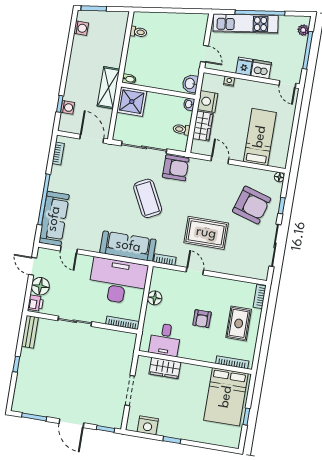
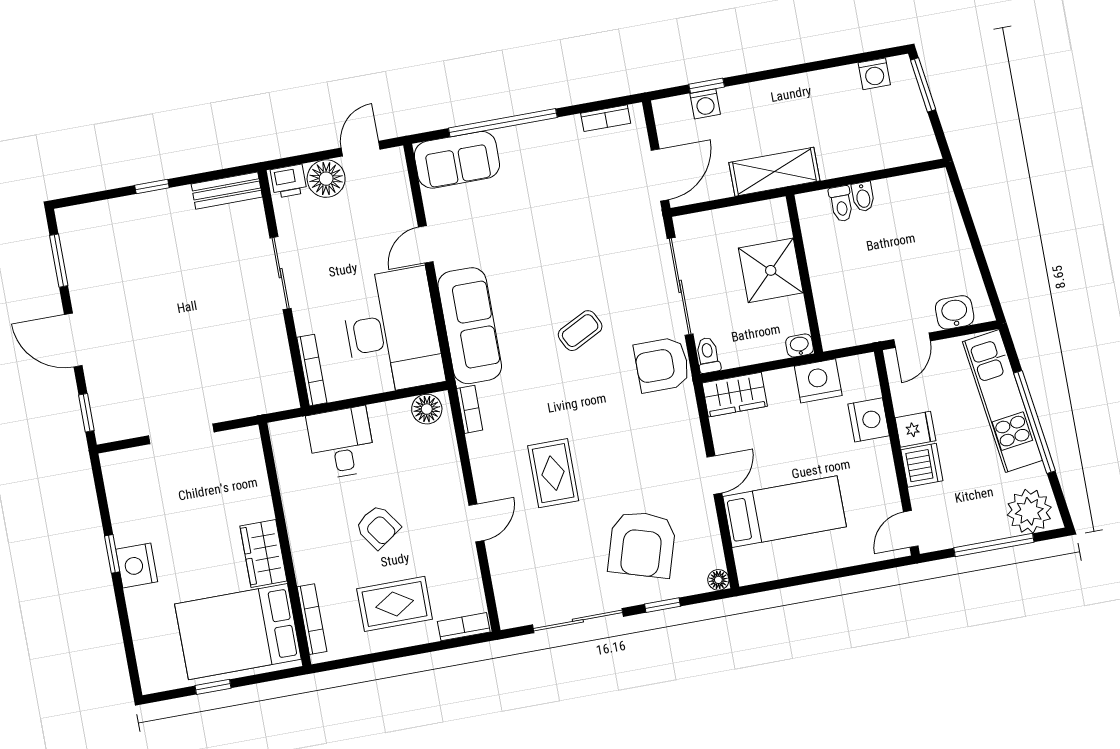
plant: (303, 30) -> (1029, 511), width x1.87, depth x1.87
toilet: (138, 32) -> (841, 204), moved
bidet: (129, 79) -> (863, 197), moved
nightstand: (229, 81) -> (869, 420), width x1.89, depth x1.79
washbasin: (190, 84) -> (955, 312), moved
shower: (132, 102) -> (771, 270), moved
wardrobe: (203, 126) -> (735, 395), moved
toilet: (181, 129) -> (708, 355), moved
door: (220, 160) -> (714, 475), moved
armchair: (176, 168) -> (662, 365), turned 90
coffee table: (148, 198) -> (580, 331), width x0.54, depth x0.58
sofa: (54, 219) -> (457, 160), width x0.73
rug: (206, 233) -> (553, 473), width x0.73, depth x0.70
door: (69, 250) -> (426, 244), moved
door: (195, 271) -> (476, 523), moved
floor lamp: (155, 298) -> (427, 409), moved
armchair: (202, 319) -> (378, 527), turned -125
desk: (165, 340) -> (341, 443), moved, turned 90
wardrobe: (165, 368) -> (263, 553), moved
door: (71, 423) -> (73, 340), hinge flipped
nightstand: (148, 425) -> (137, 565), moved

